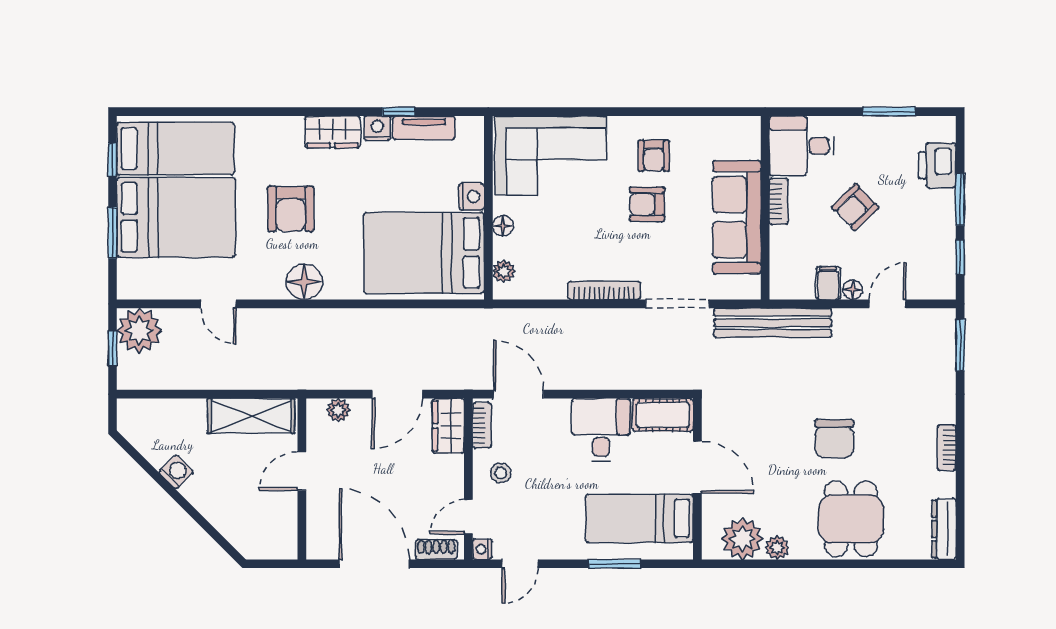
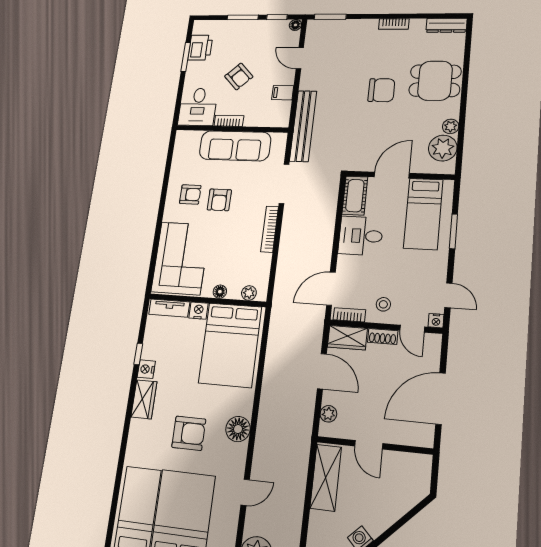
tv unit: (424, 128) -> (169, 308), moved, turned 90
printer: (937, 165) -> (200, 48), moved, turned -90
floor lamp: (853, 290) -> (295, 25), moved
shoe rack: (436, 549) -> (383, 336), moved, turned -90

